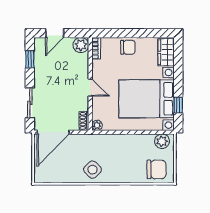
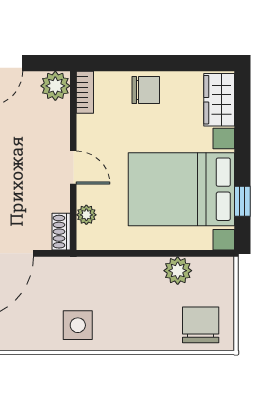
plant: (97, 125) -> (86, 215), moved
plant: (162, 141) -> (178, 271), moved
chair: (156, 169) -> (201, 325), turned -90
side table: (93, 170) -> (78, 325), turned 45

